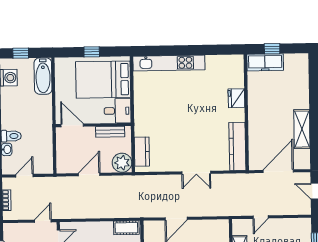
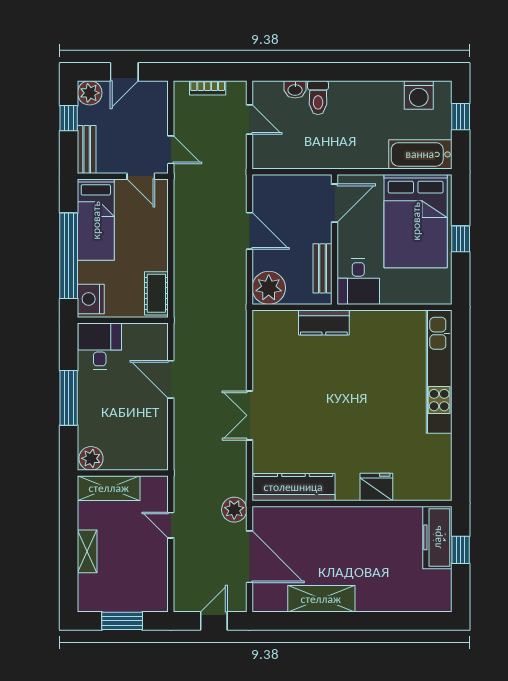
bed: (103, 80) -> (416, 221), moved, turned 180
kitchen counter: (142, 152) -> (324, 322), moved
plant: (251, 180) -> (234, 510), added

